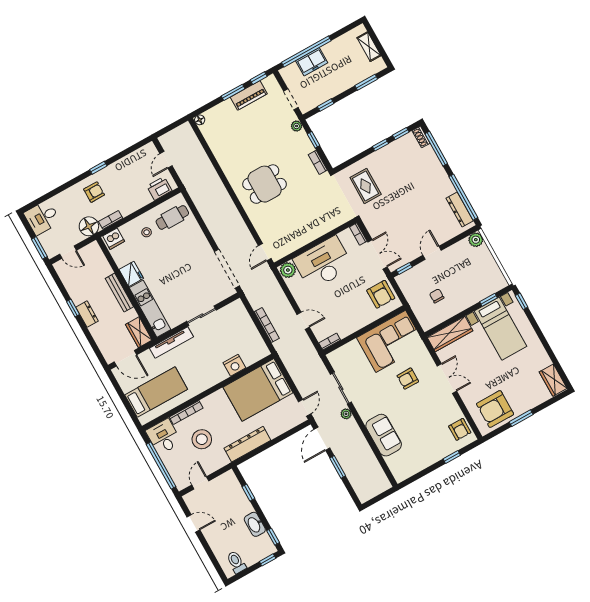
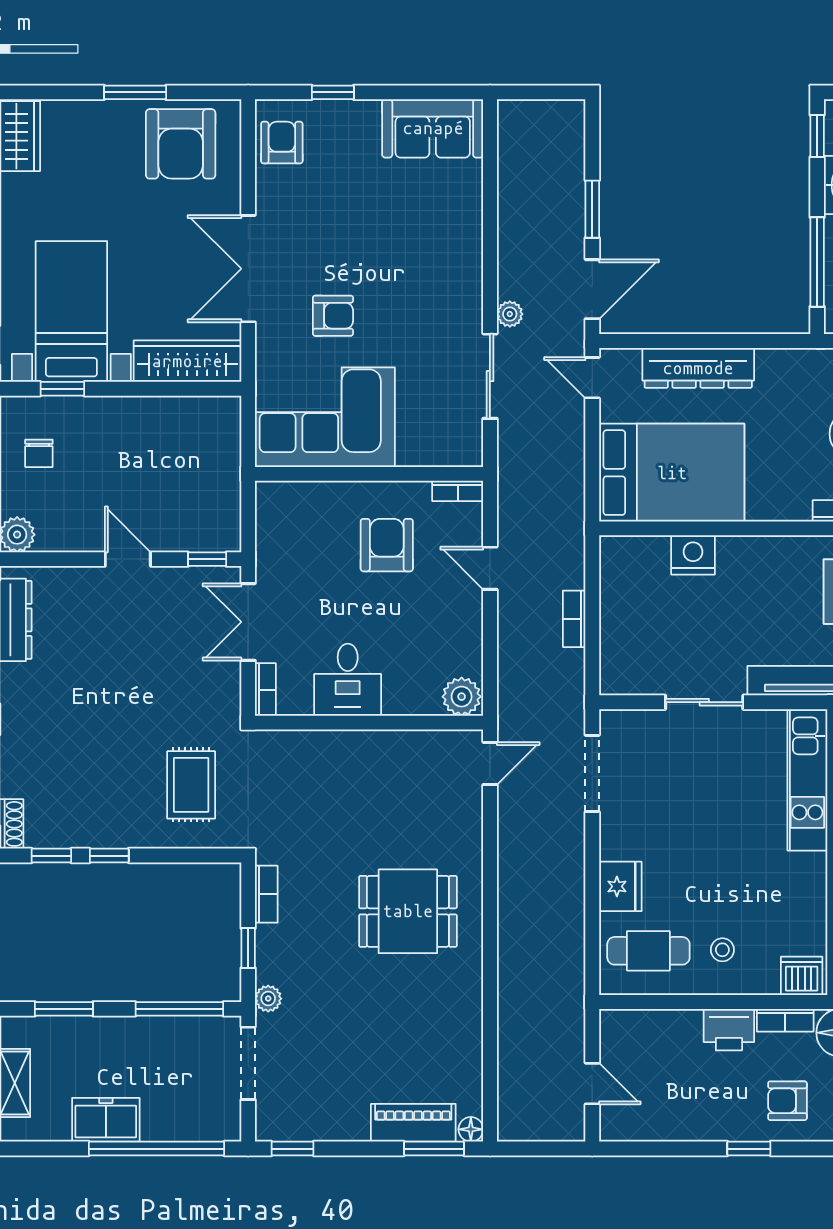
freezer: (312, 62) -> (106, 1120), moved
window: (233, 92) -> (434, 1149), moved
piano: (249, 95) -> (413, 1123), moved
doorway: (291, 99) -> (248, 1063), width x1.38
window: (326, 105) -> (179, 1009), width x2.17
door: (166, 160) -> (592, 1084), hinge flipped
printer: (159, 188) -> (729, 1030), moved
door: (432, 253) -> (128, 559), swing flipped
desk: (323, 263) -> (348, 680), width x0.53, depth x0.77
doorway: (227, 269) -> (592, 773), width x0.73
fridge: (131, 274) -> (620, 886), moved, turned 180
armchair: (381, 294) -> (387, 545), moved
chair: (437, 296) -> (39, 453), moved
bookcase: (267, 325) -> (574, 619), width x0.64
double door: (447, 378) -> (248, 269), width x1.37
door: (305, 408) -> (592, 378), hinge flipped
armchair: (495, 409) -> (181, 144), turned 90
sofa: (384, 435) -> (433, 128), moved, turned -90
dresser: (247, 444) -> (698, 368), moved
window: (248, 492) -> (817, 262), width x2.17

